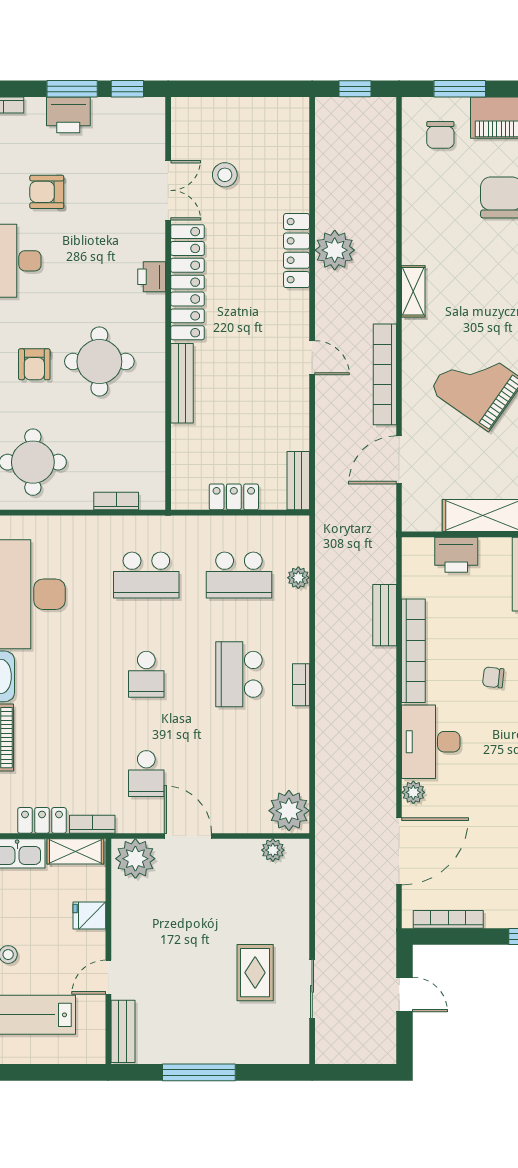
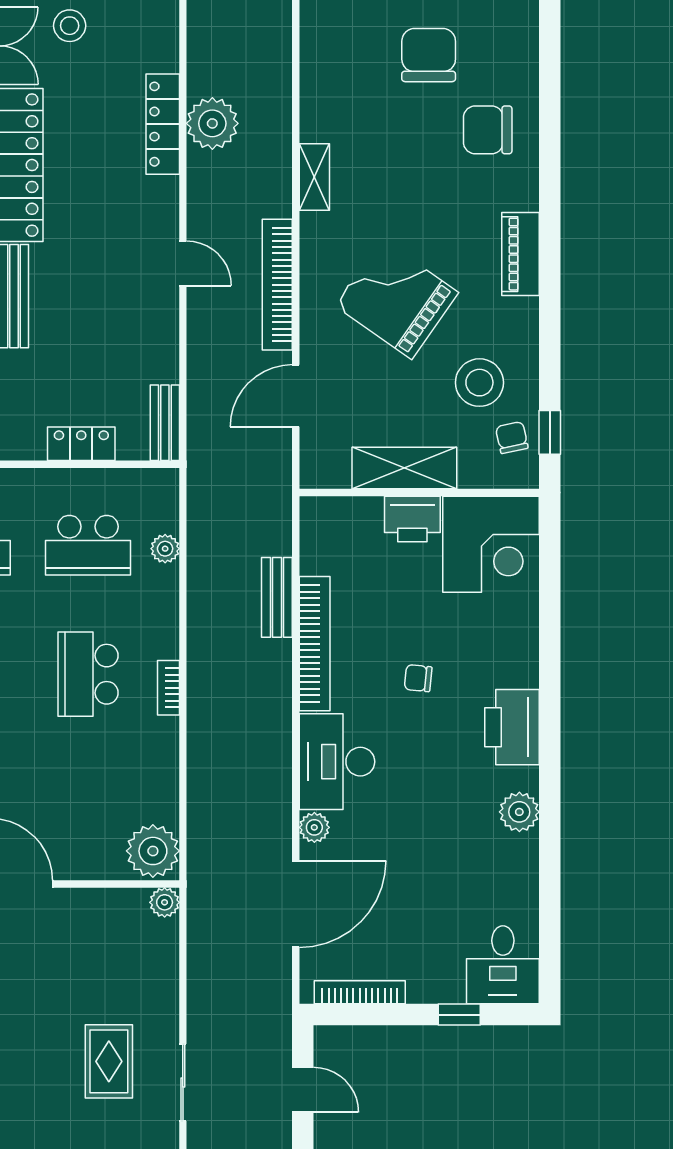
printer: (456, 555) -> (412, 519), moved
plant: (273, 850) -> (165, 902), moved

